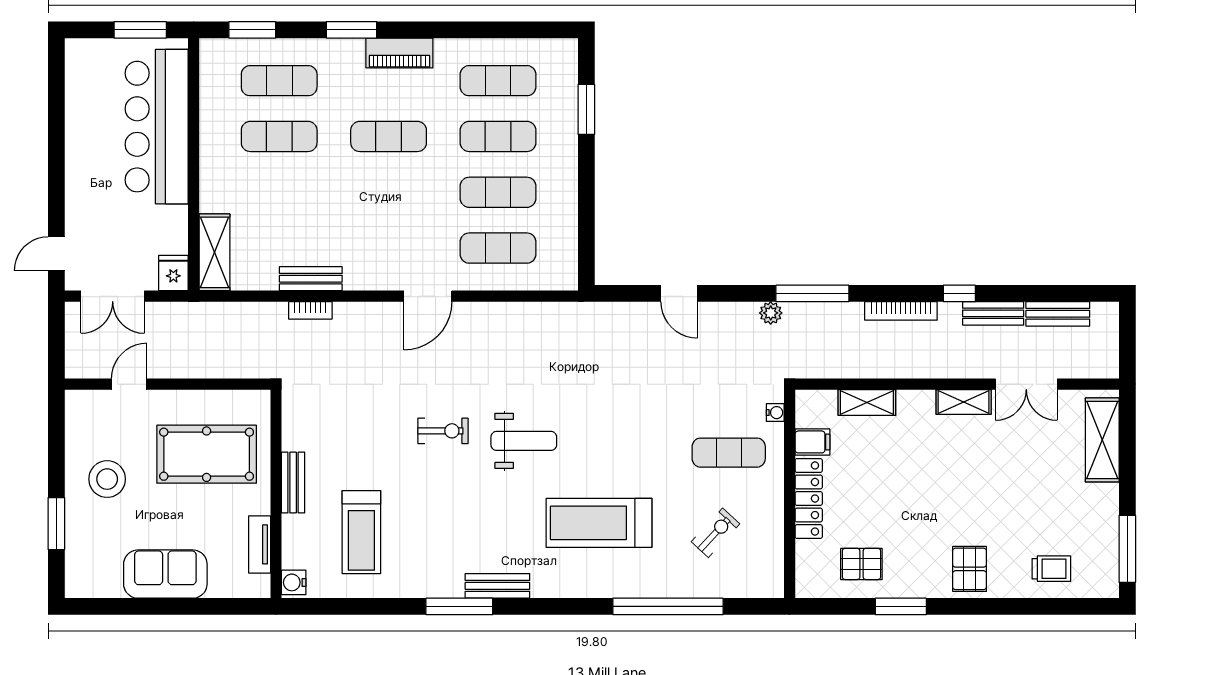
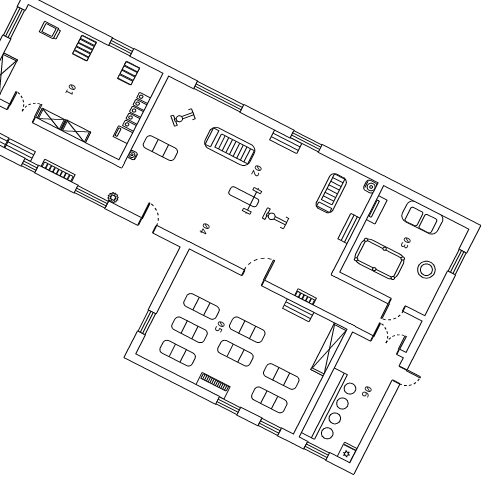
exercise mat: (498, 248) -> (247, 330), moved
shelving: (214, 252) -> (329, 349), width x1.47
fridge: (173, 273) -> (347, 453), moved, turned 180
shelving: (867, 402) -> (76, 132), moved
pallet: (861, 564) -> (129, 73), turned 90

